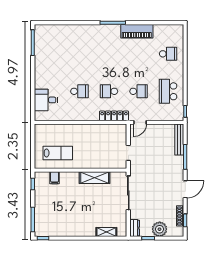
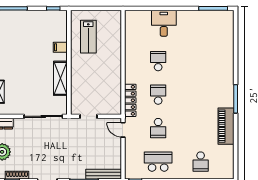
school desk: (79, 91) -> (158, 61), turned 180
desk: (46, 100) -> (164, 23), moved
filing cabinet: (55, 178) -> (60, 47), moved

